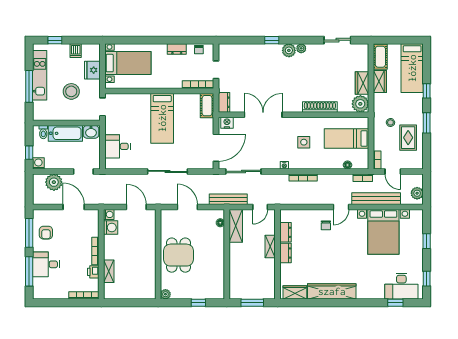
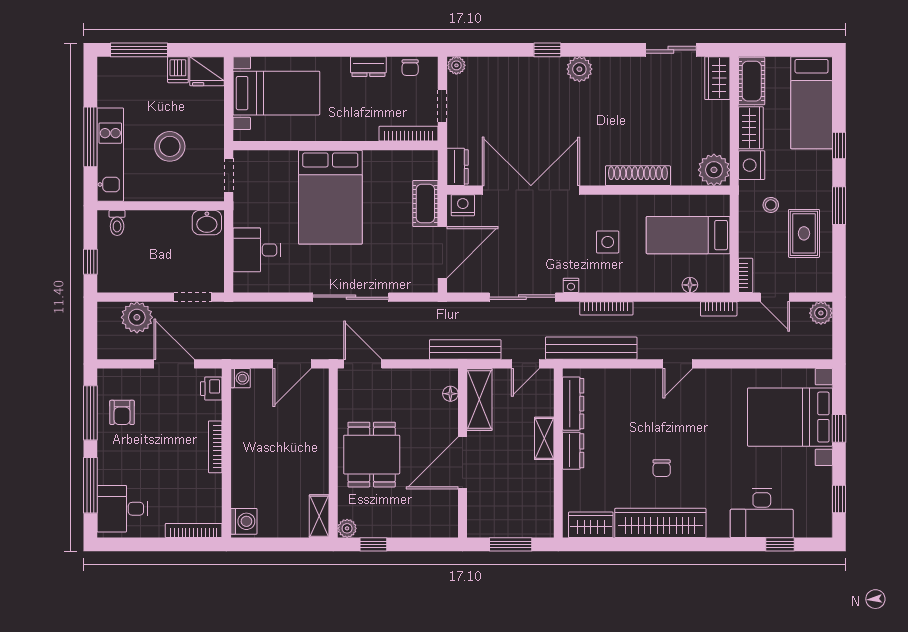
window: (55, 40) -> (139, 50), width x2.17
plant: (301, 48) -> (456, 65), moved
fridge: (92, 70) -> (207, 71), moved, turned -90
kitchen unit: (40, 75) -> (110, 155), moved
wardrobe: (362, 83) -> (717, 78), moved
nightstand: (380, 101) -> (752, 165), added
cot: (207, 106) -> (425, 204), moved
double door: (263, 115) -> (531, 190), width x1.36
bed: (162, 118) -> (330, 197), width x1.50
bathtub: (65, 133) -> (159, 225), removed
washing machine: (38, 163) -> (108, 282), removed
sliding door: (243, 171) -> (522, 297), moved
plant: (417, 193) -> (821, 313), moved
bench: (376, 199) -> (591, 348), moved
door: (136, 207) -> (292, 364), swing flipped
door: (187, 207) -> (363, 364), moved
chair: (326, 225) -> (662, 468), moved
washing machine: (111, 227) -> (244, 521), moved
dresser: (286, 232) -> (573, 404), width x1.44
bed with nightstands: (383, 232) -> (790, 417), moved, turned 90
door: (227, 259) -> (462, 463), added
desk: (46, 264) -> (122, 509), moved
shelving: (109, 271) -> (319, 516), moved
printer: (93, 272) -> (211, 389), moved
desk: (401, 286) -> (762, 513), moved
window: (198, 303) -> (373, 544), moved

